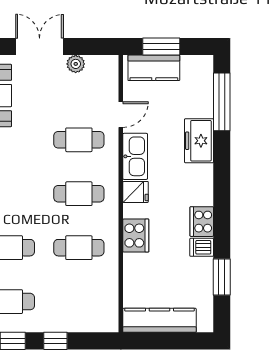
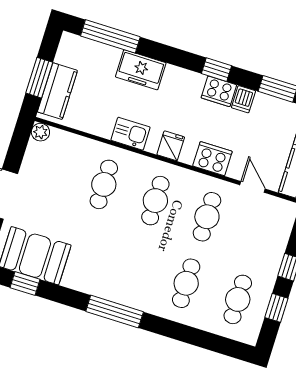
plant: (76, 64) -> (40, 132), moved
door: (121, 115) -> (253, 187), moved
kitchen sink: (135, 156) -> (131, 134), width x0.73
window: (222, 213) -> (216, 70), added

